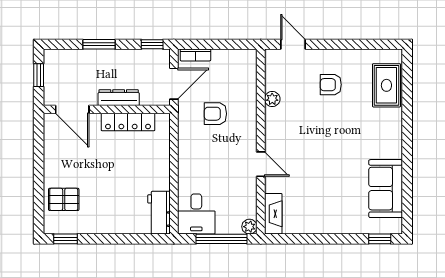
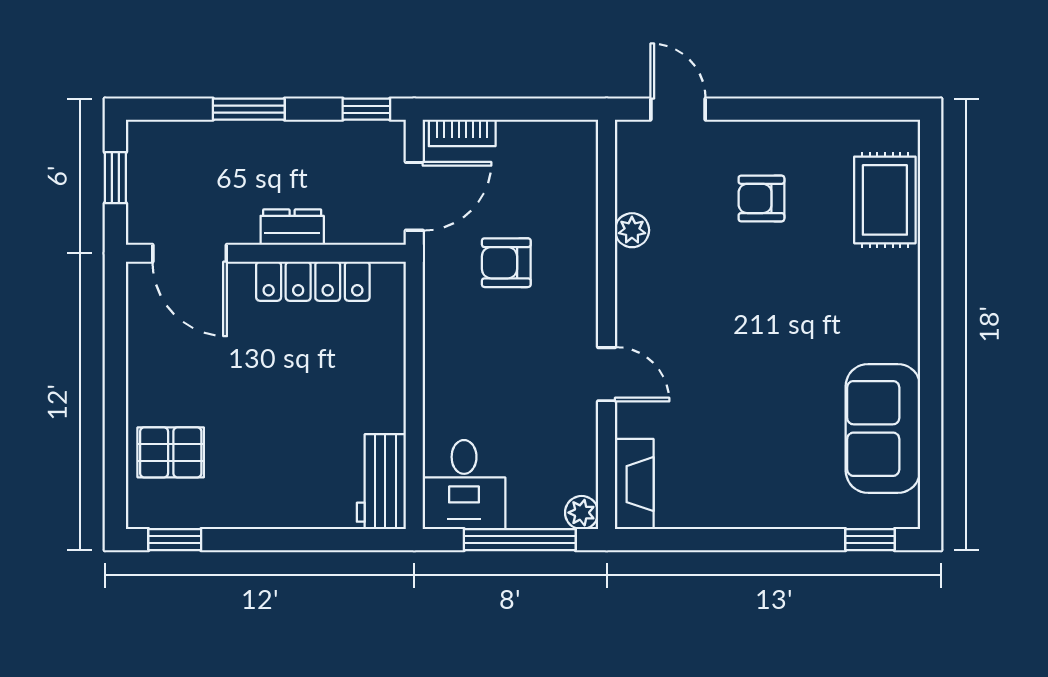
dresser: (119, 98) -> (292, 227), width x0.70

